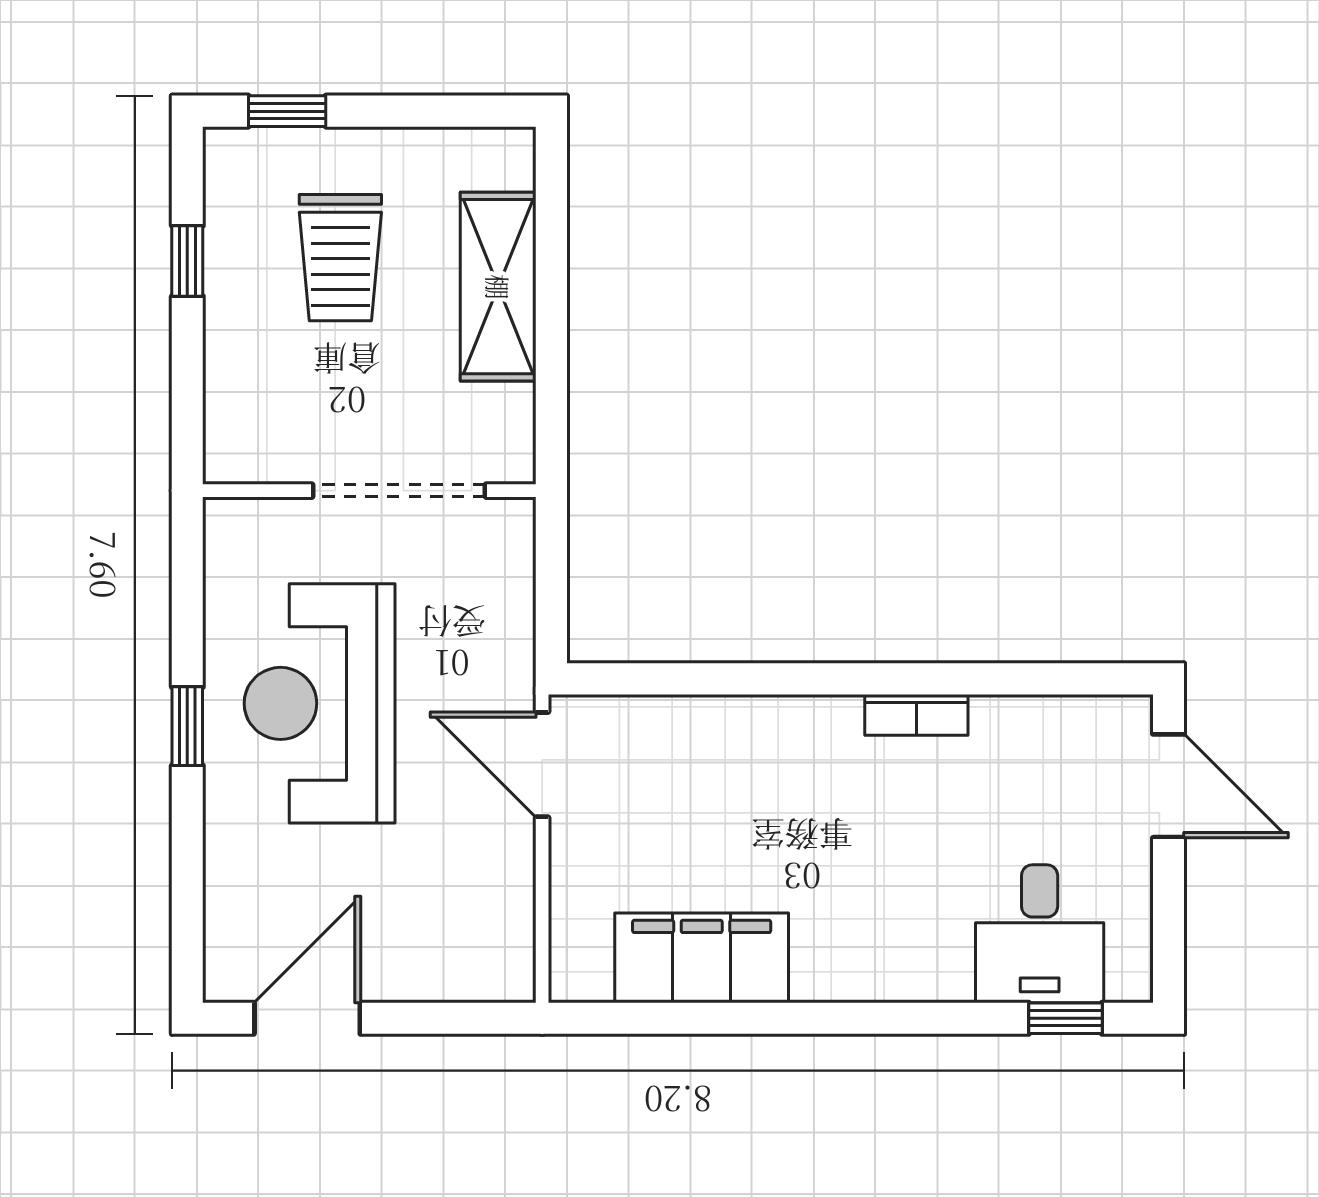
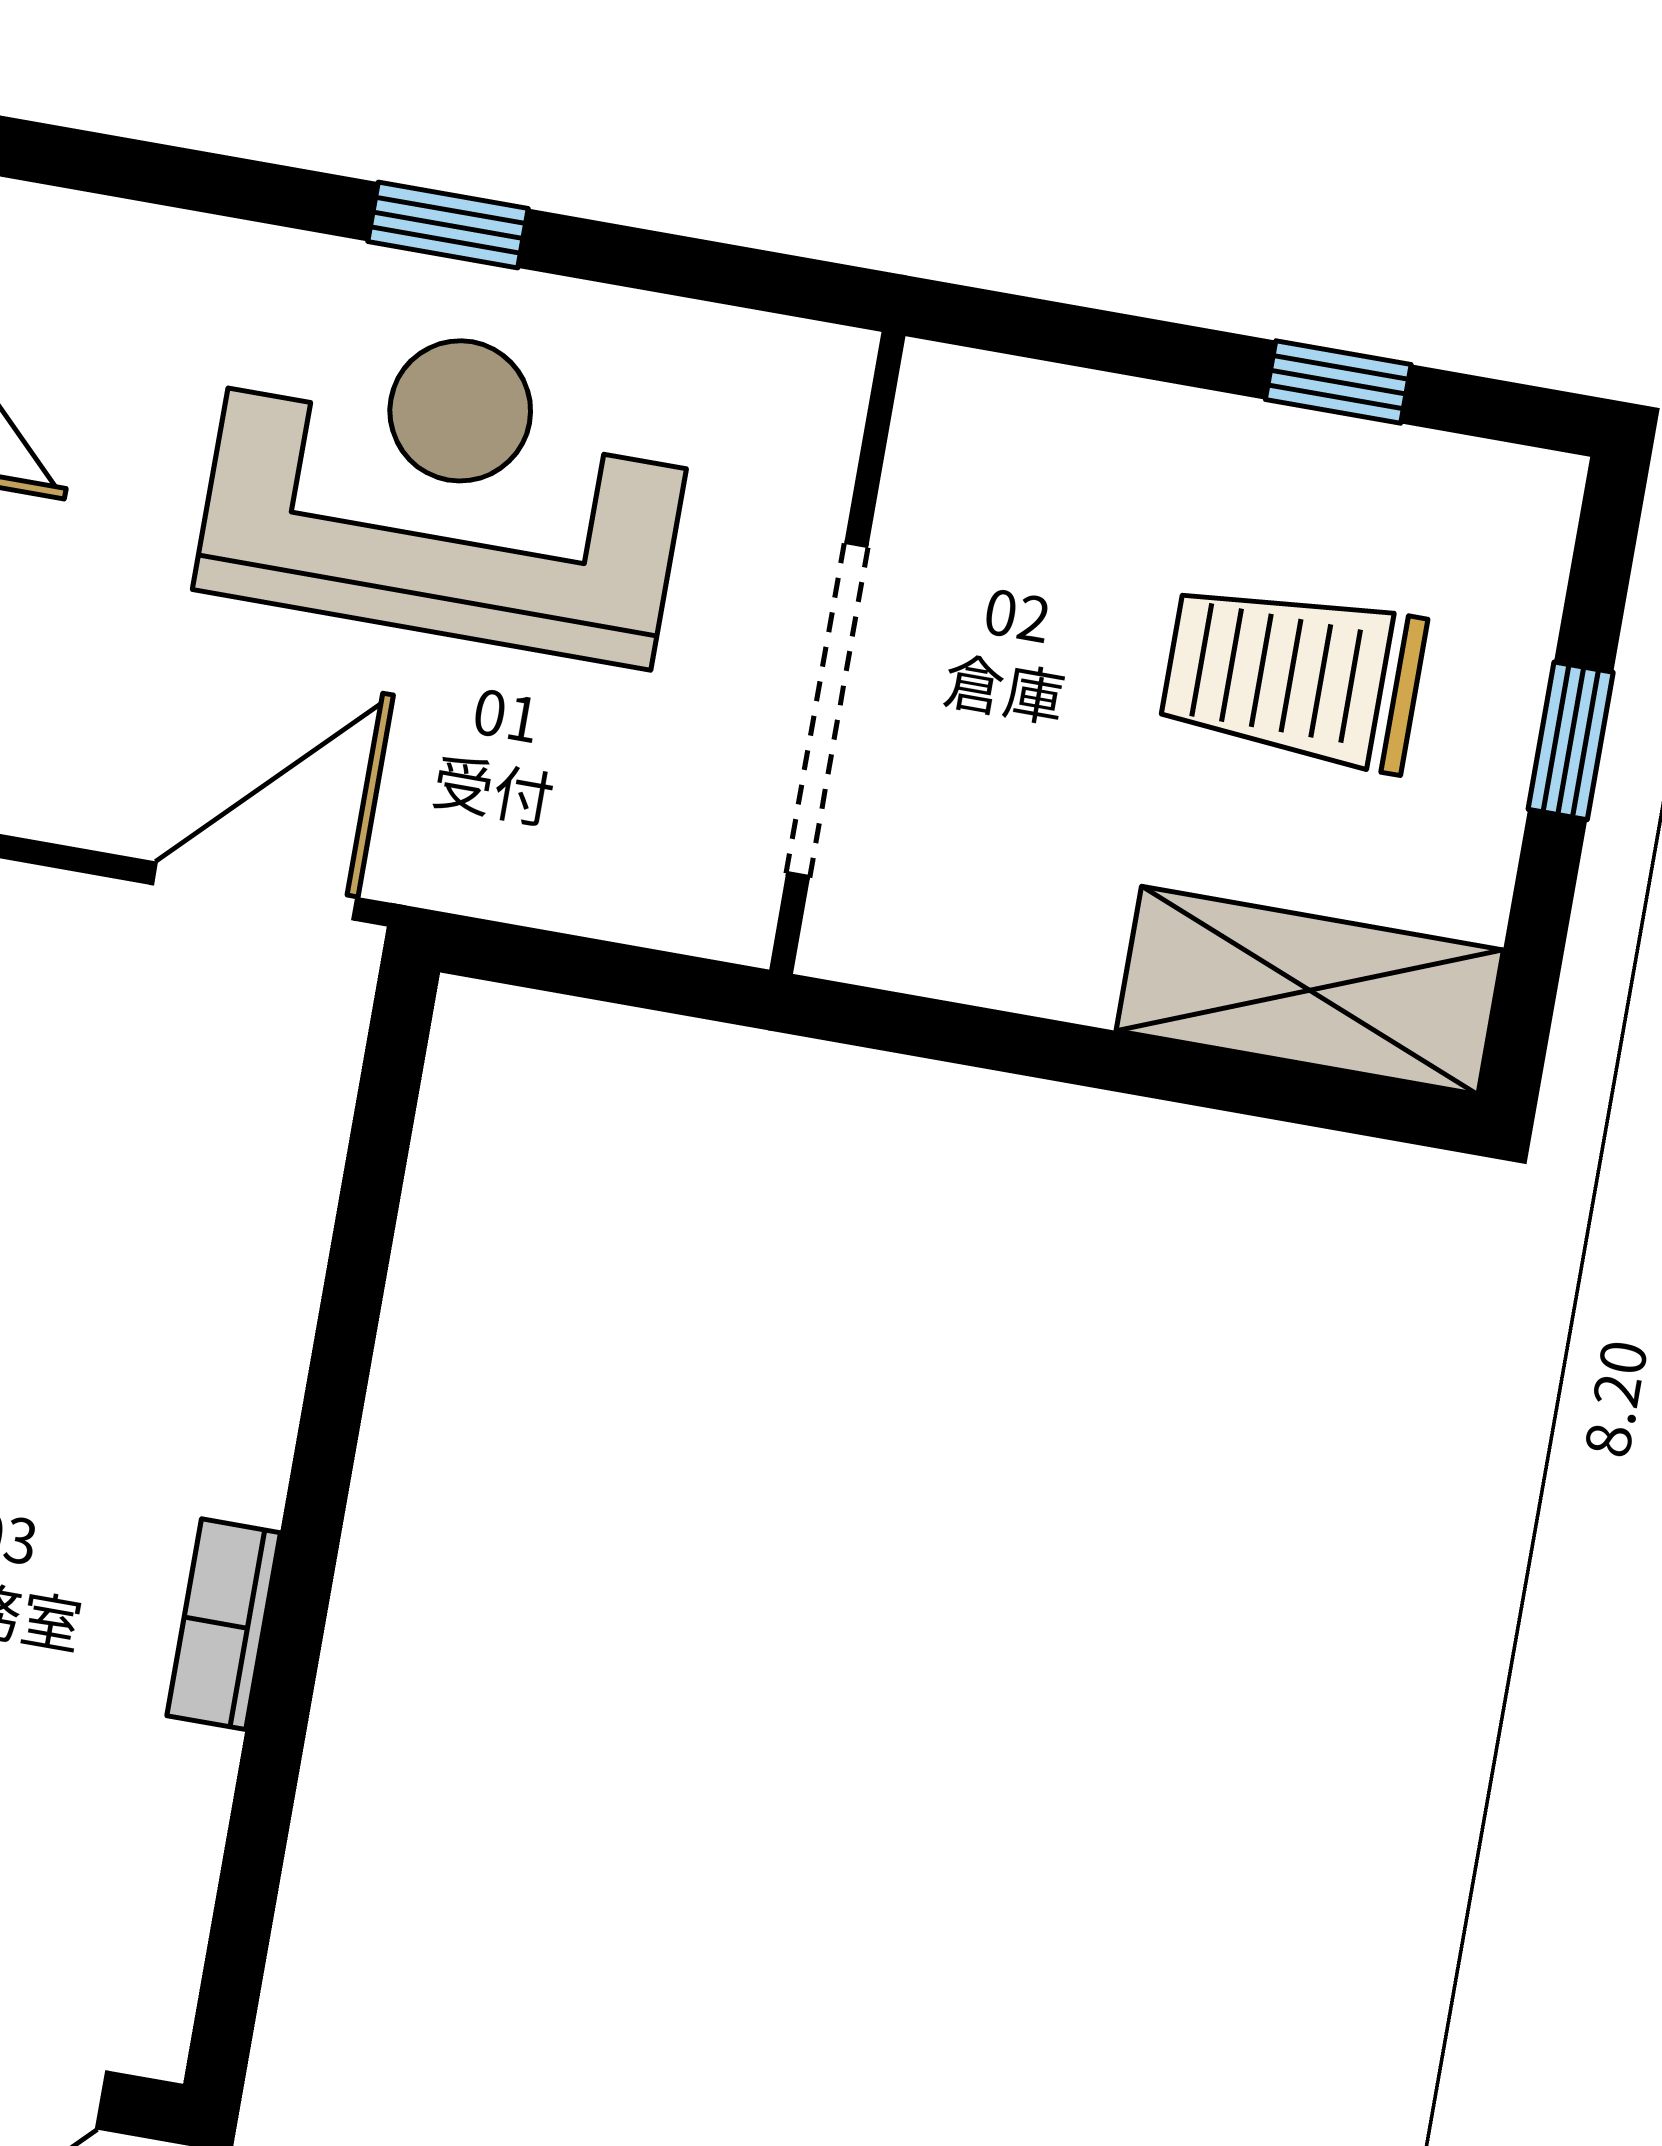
window: (287, 111) -> (1571, 741), moved
shelving: (498, 287) -> (1310, 990), moved

